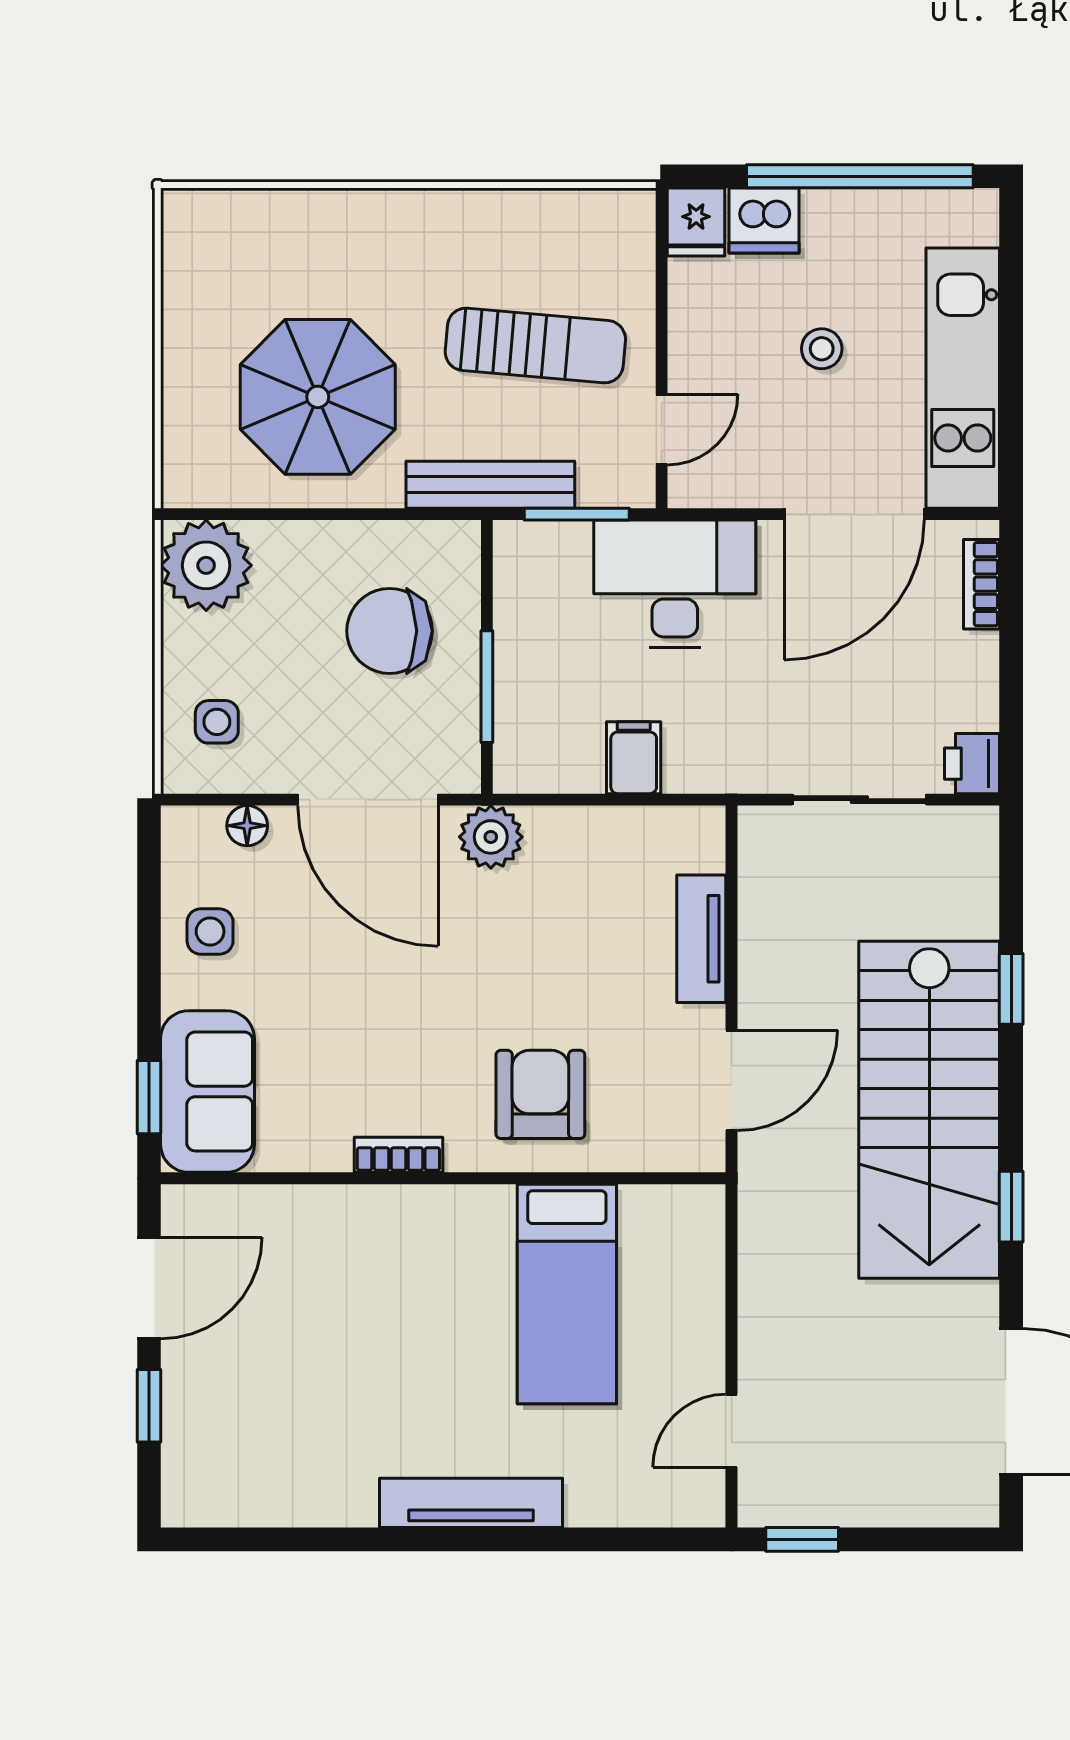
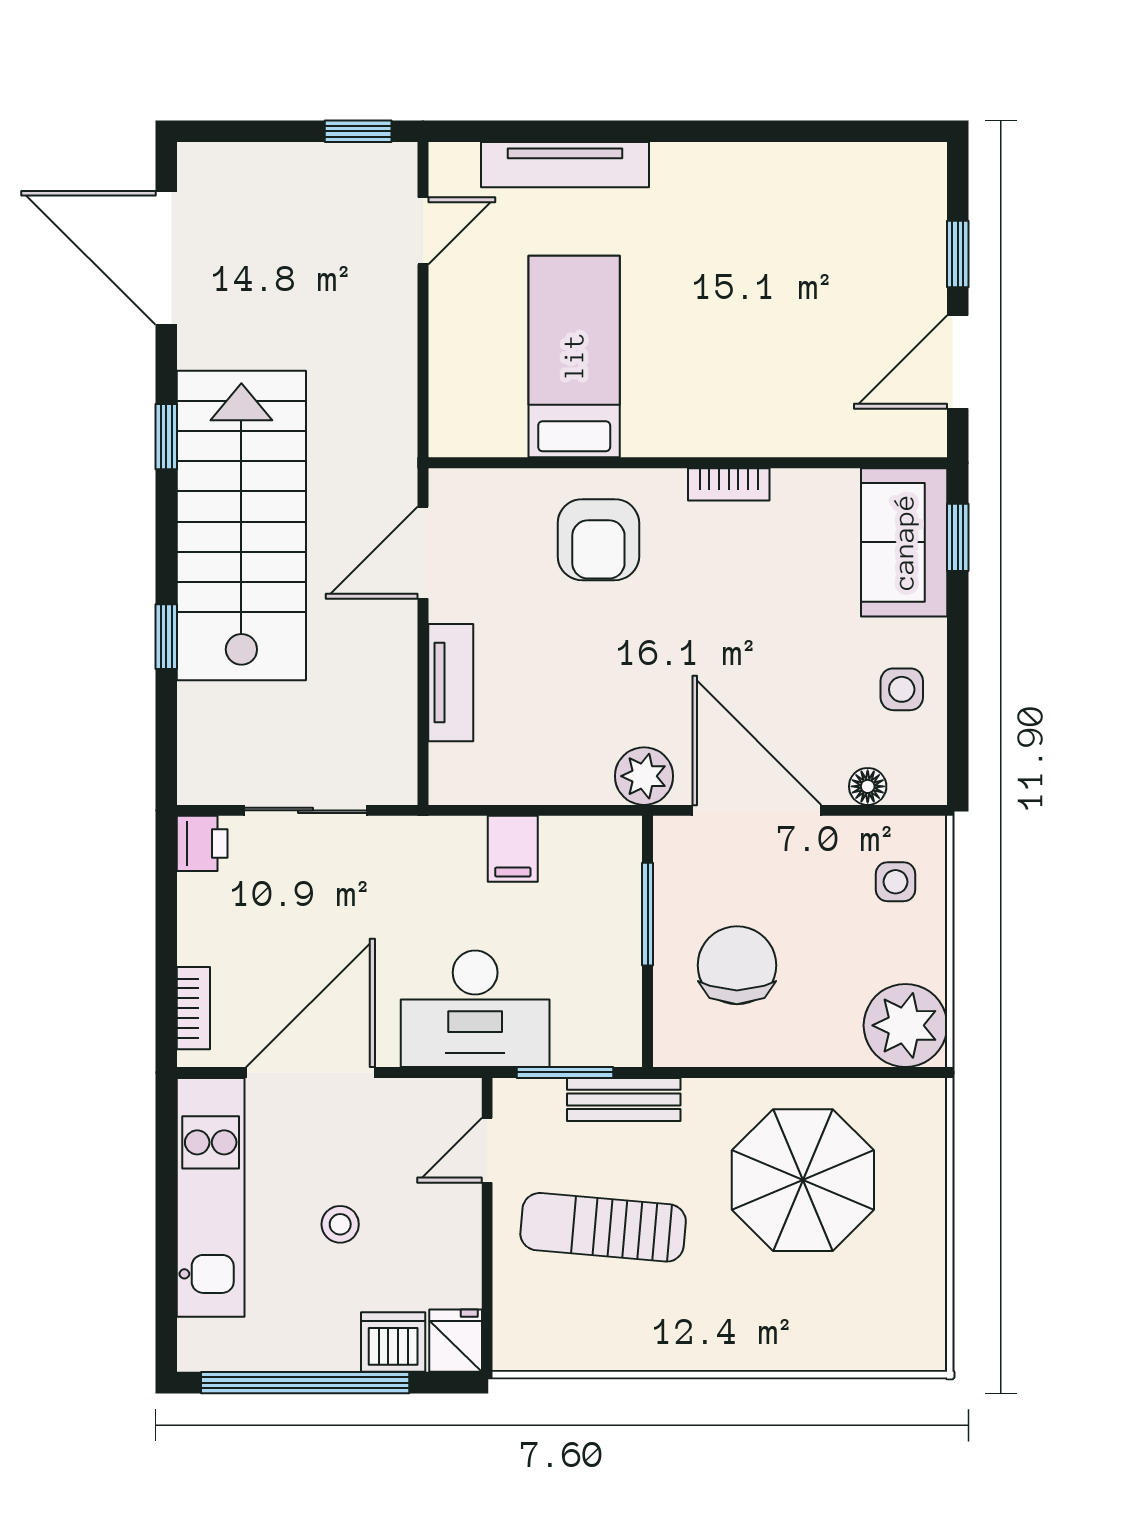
bench: (490, 485) -> (624, 1099), width x0.73
chair: (390, 631) -> (737, 965), turned -90
tv unit: (471, 1503) -> (565, 165), moved

